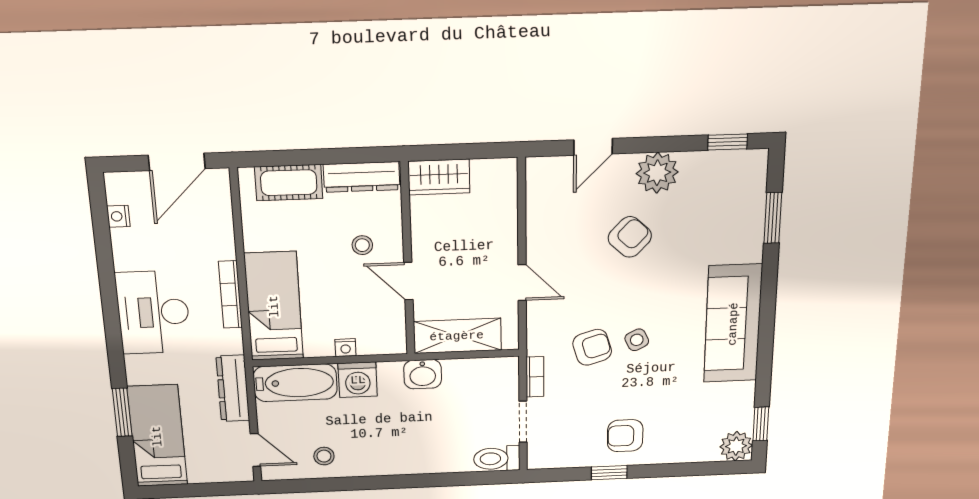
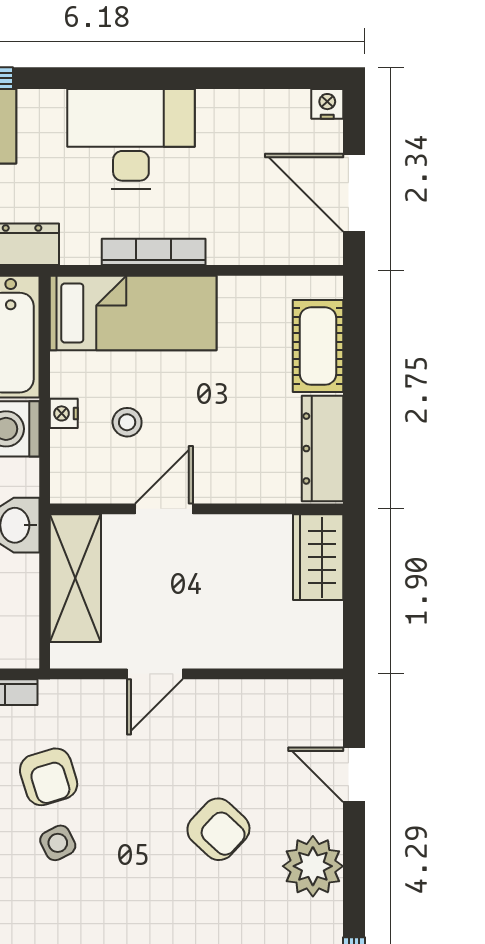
nightstand: (118, 216) -> (327, 104), moved
stool: (362, 245) -> (127, 422), moved

